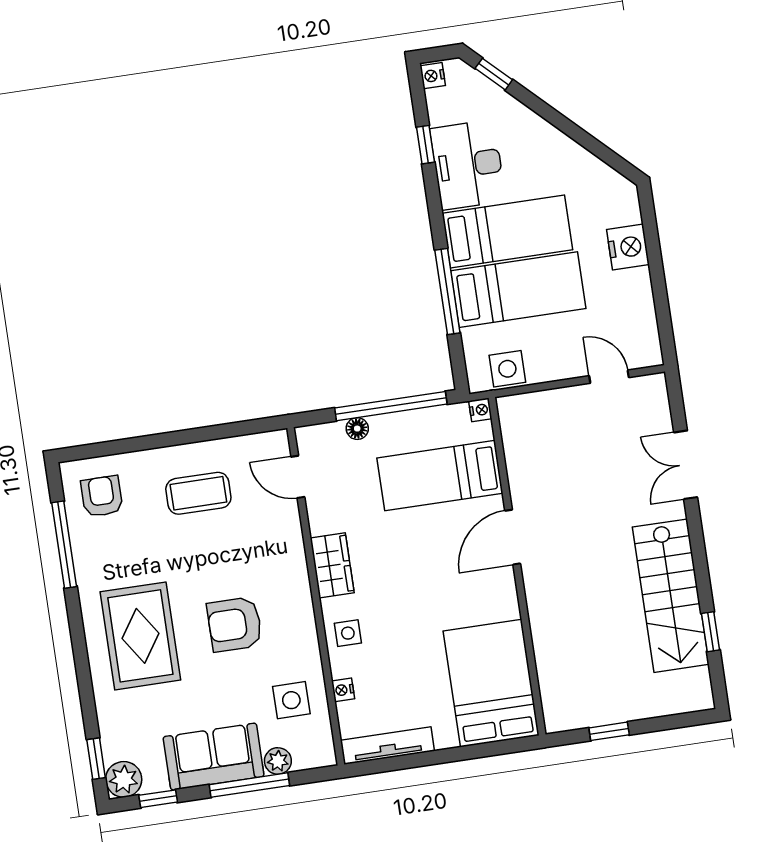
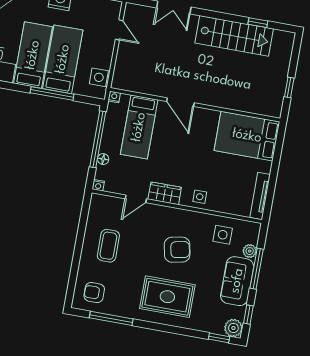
door: (609, 377) -> (119, 30), swing flipped
door: (298, 477) -> (136, 199), moved
armchair: (235, 624) -> (177, 250), turned -101
nightstand: (343, 690) -> (98, 185), moved

